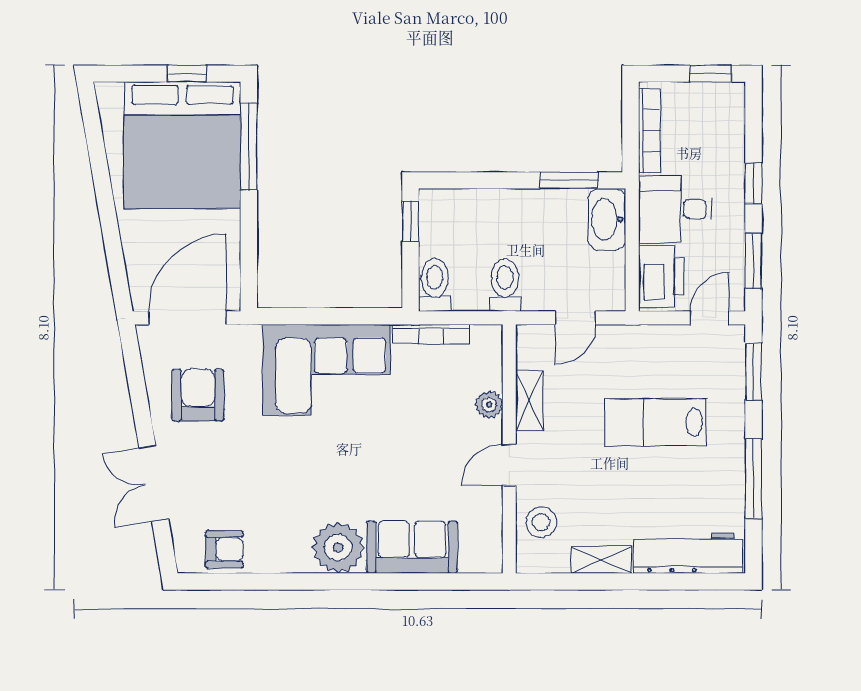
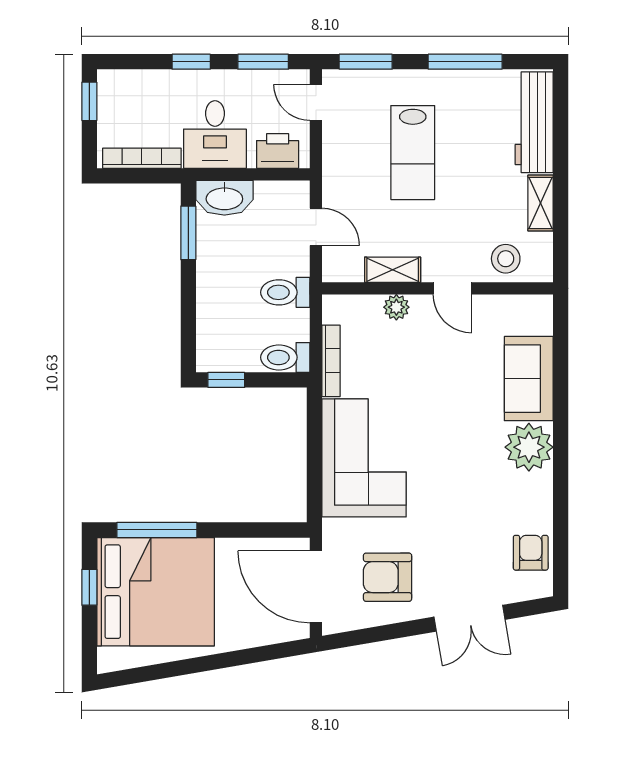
printer: (661, 277) -> (278, 151), width x0.73, depth x0.84

